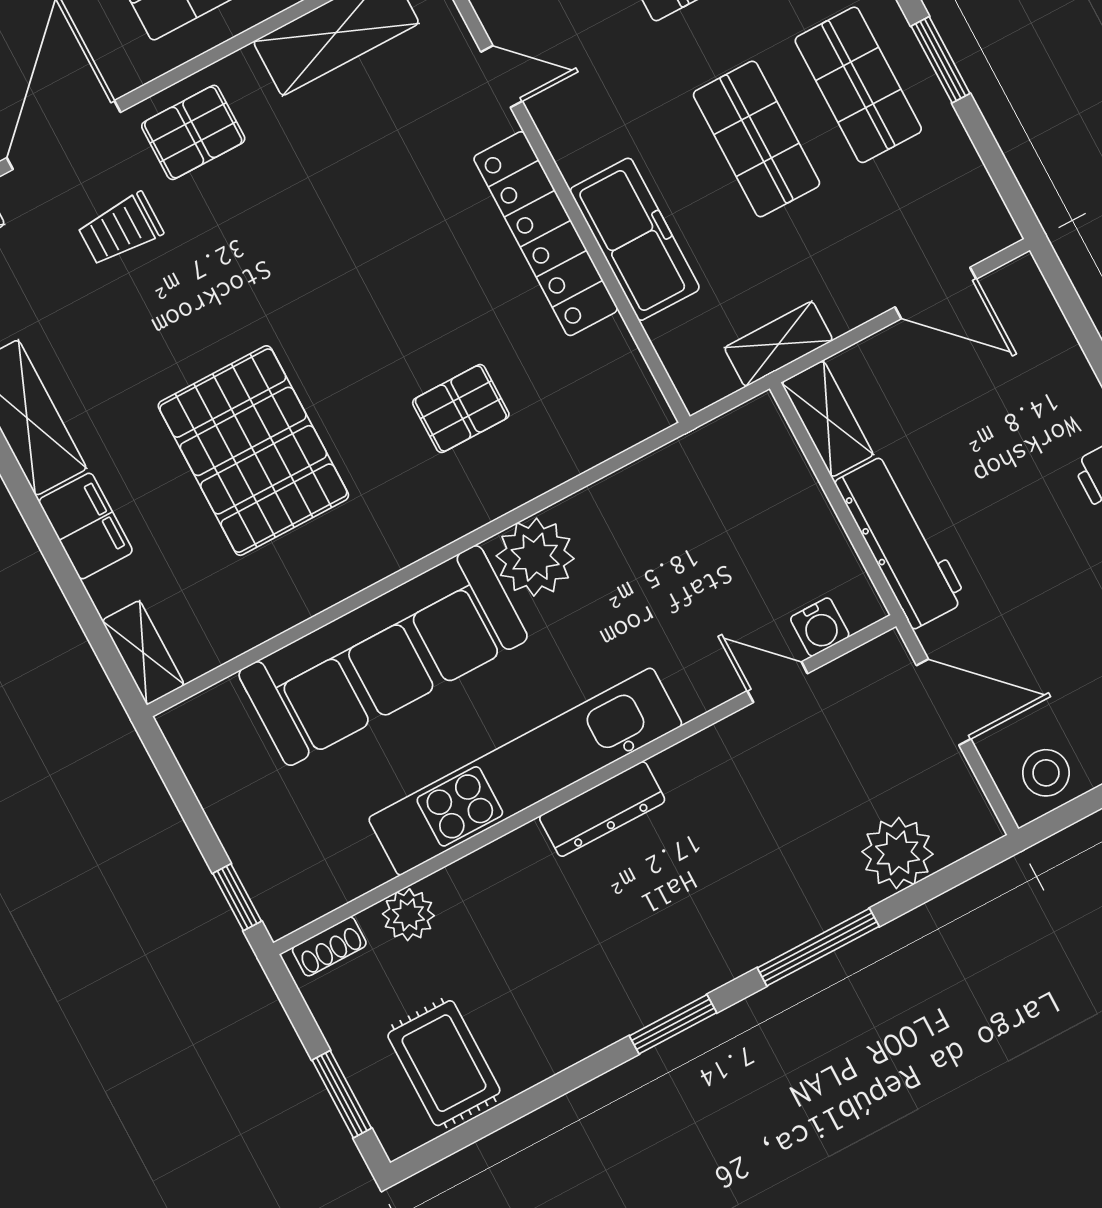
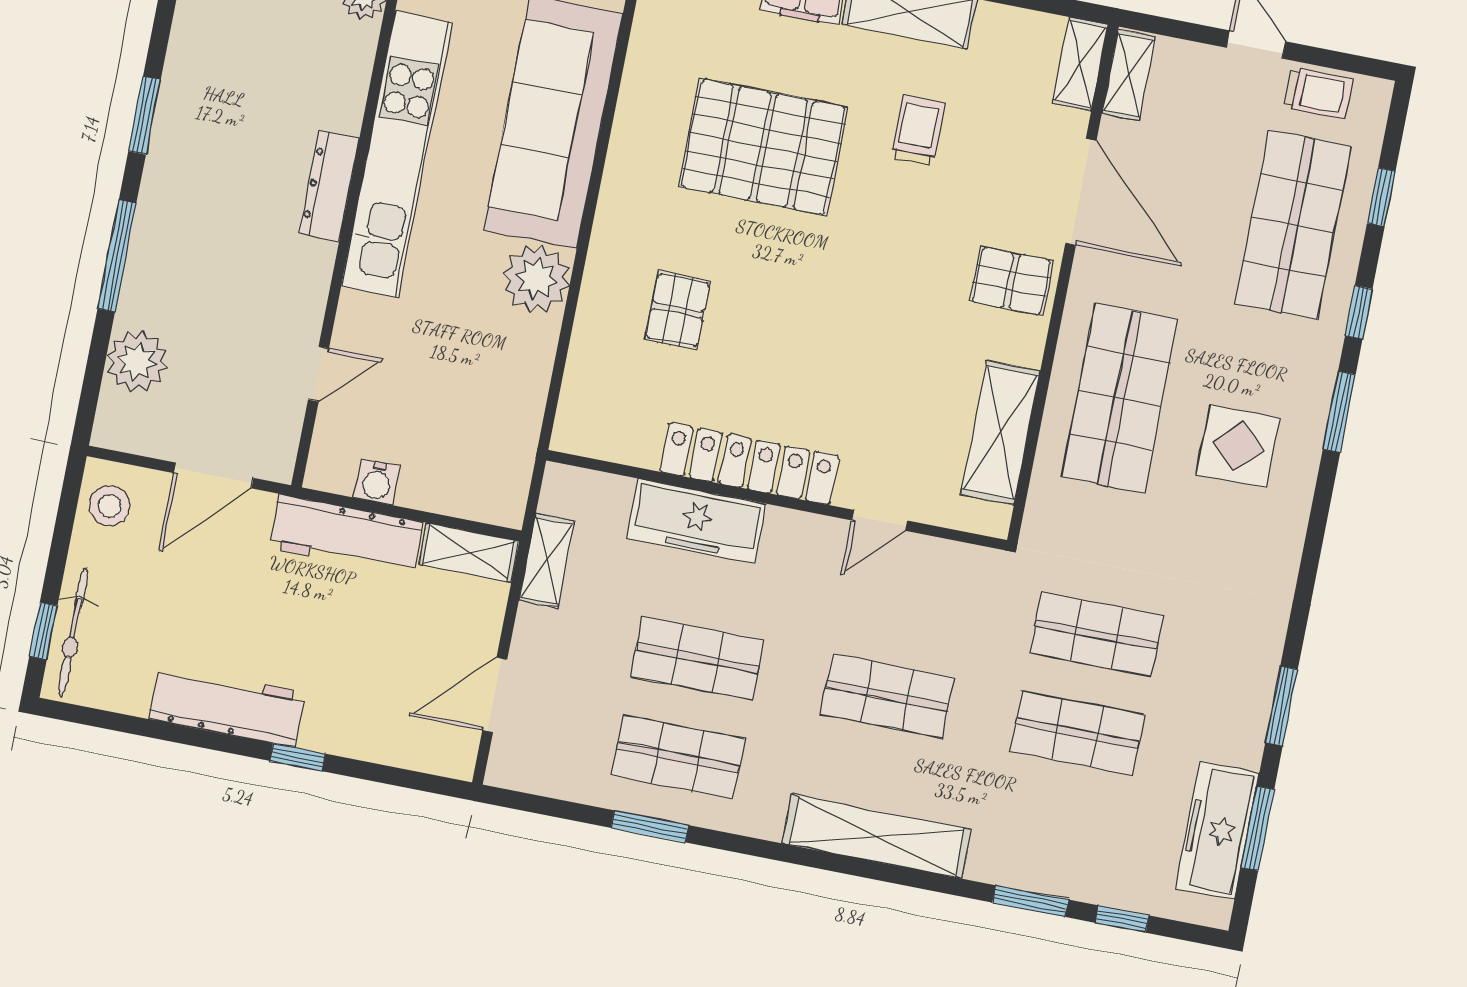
pallet: (193, 132) -> (1011, 281), turned 90
trolley: (120, 229) -> (918, 130), moved
water cooler: (820, 627) -> (377, 482), moved, turned -90

